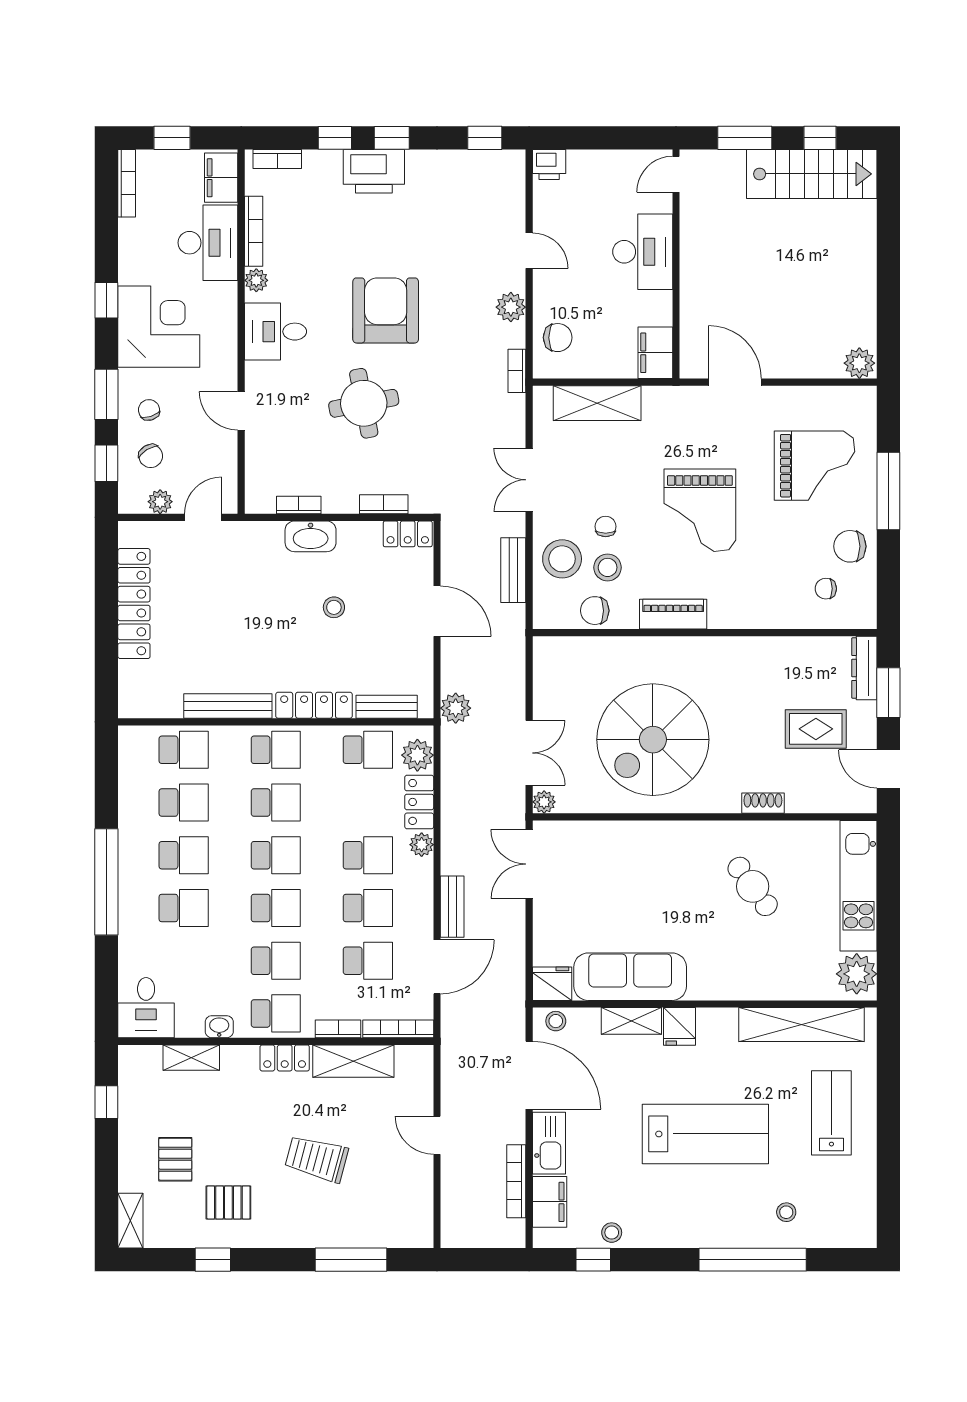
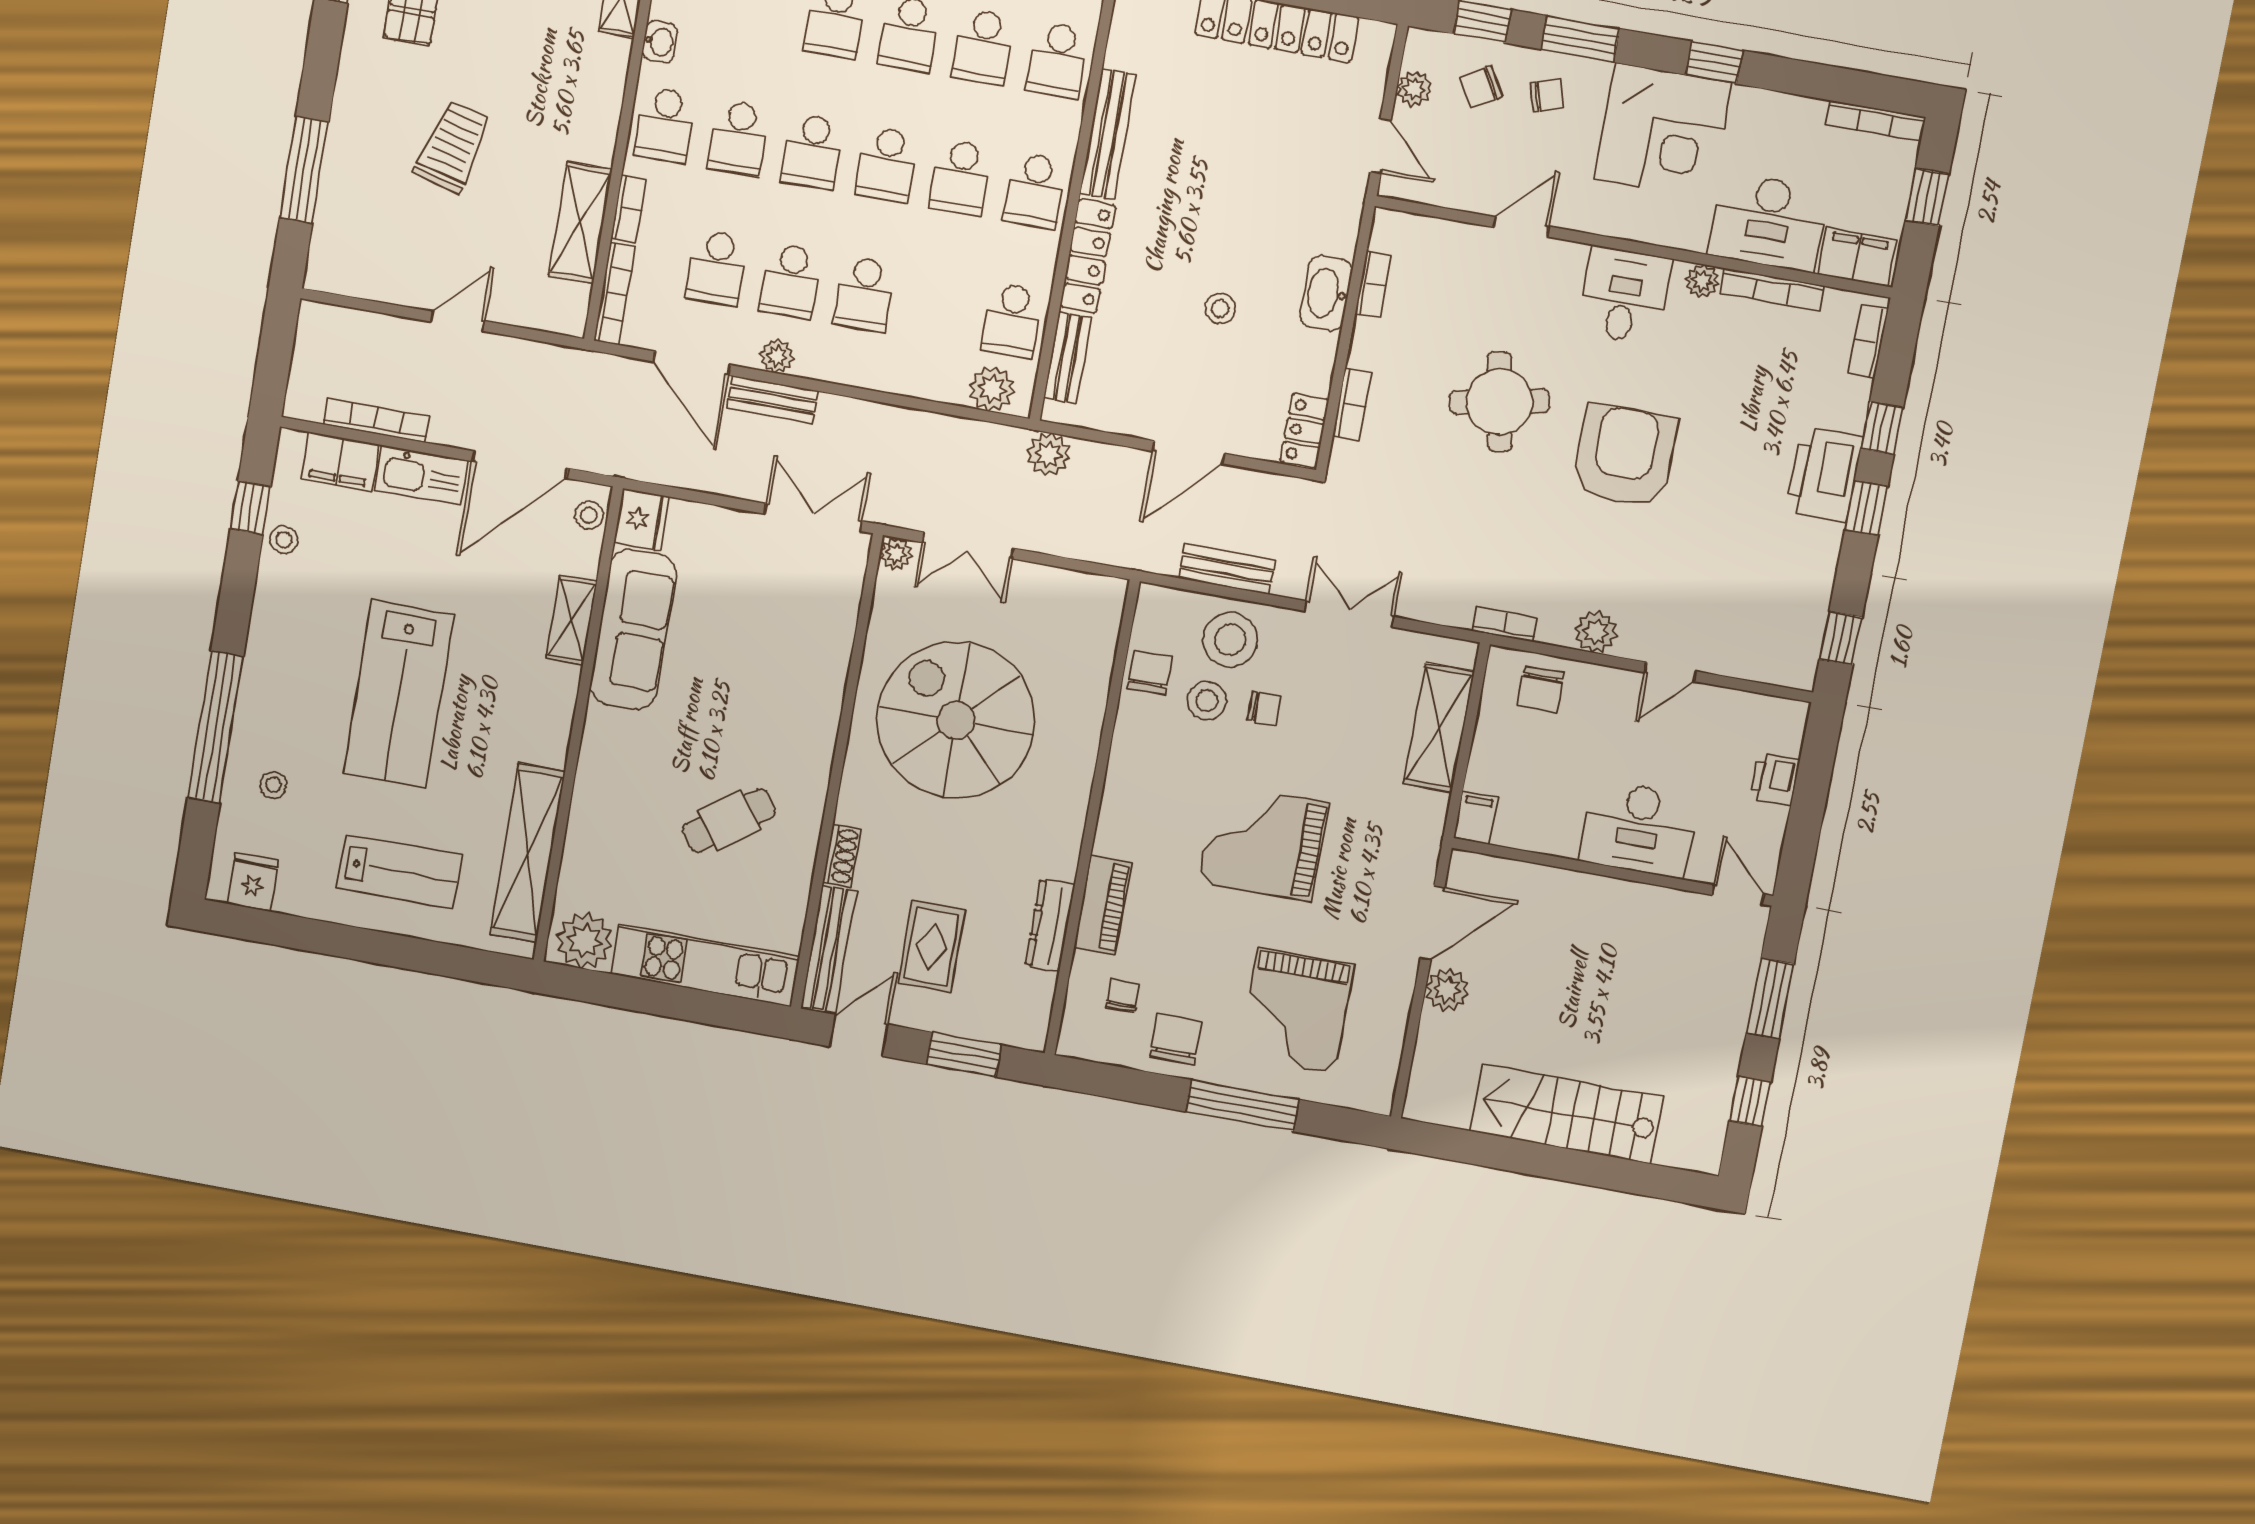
printer: (549, 164) -> (1775, 779), moved
stairs: (812, 174) -> (1567, 1114), moved, turned 90
armchair: (386, 310) -> (1624, 456), turned -90
filing cabinet: (655, 353) -> (1476, 818), width x0.50
plant: (859, 363) -> (1447, 990), moved
piano: (673, 614) -> (1103, 905), moved
dresser: (864, 668) -> (1050, 925), moved, turned -90
bench: (831, 801) -> (829, 949), added
locker: (419, 802) -> (926, 380), removed
plant: (422, 845) -> (777, 356), moved
fridge: (680, 1026) -> (253, 882), moved, turned 90
locker: (285, 1058) -> (601, 126), removed

